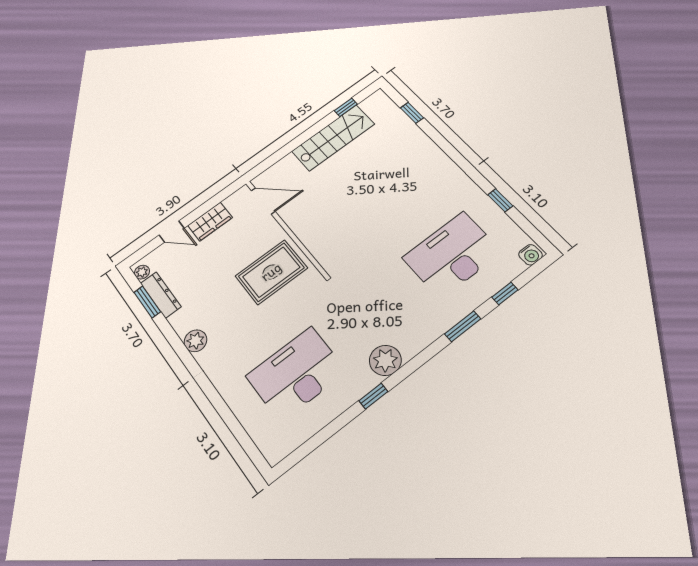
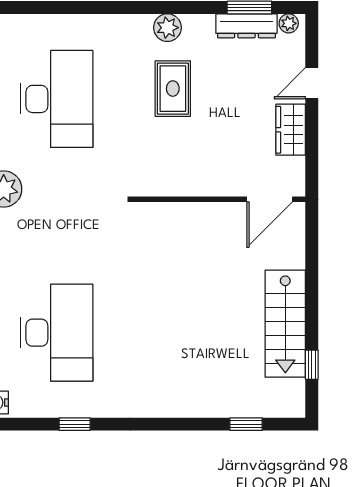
rug: (271, 272) -> (173, 89), moved, width x0.73, depth x0.70

